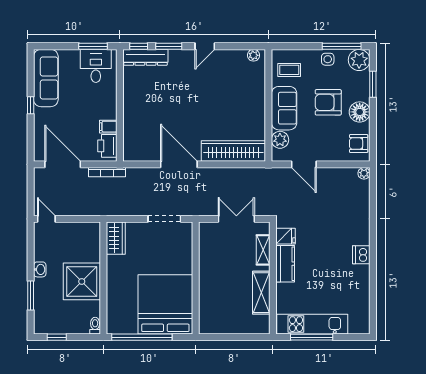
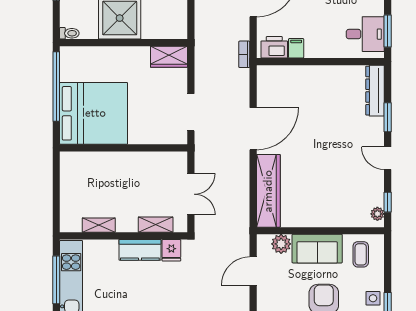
window: (139, 46) -> (388, 202), moved
bookcase: (107, 172) -> (244, 54), width x0.64
shelving: (261, 293) -> (99, 225), width x0.67, depth x0.75

